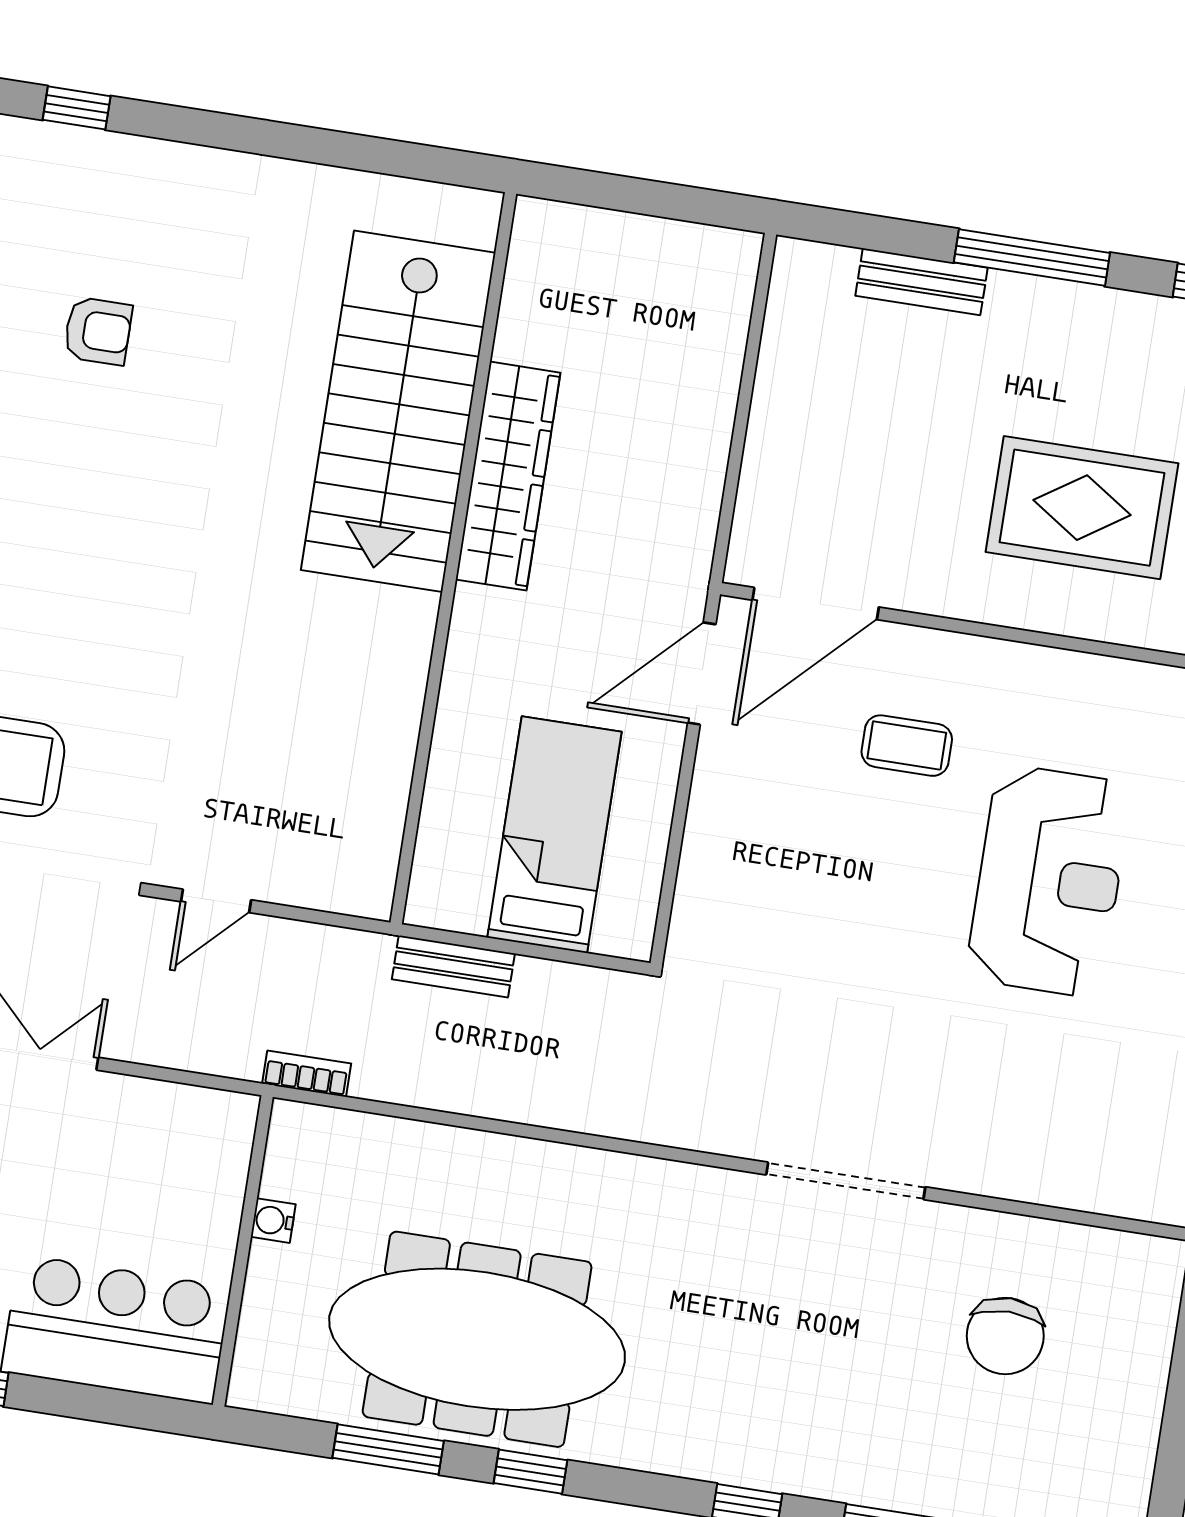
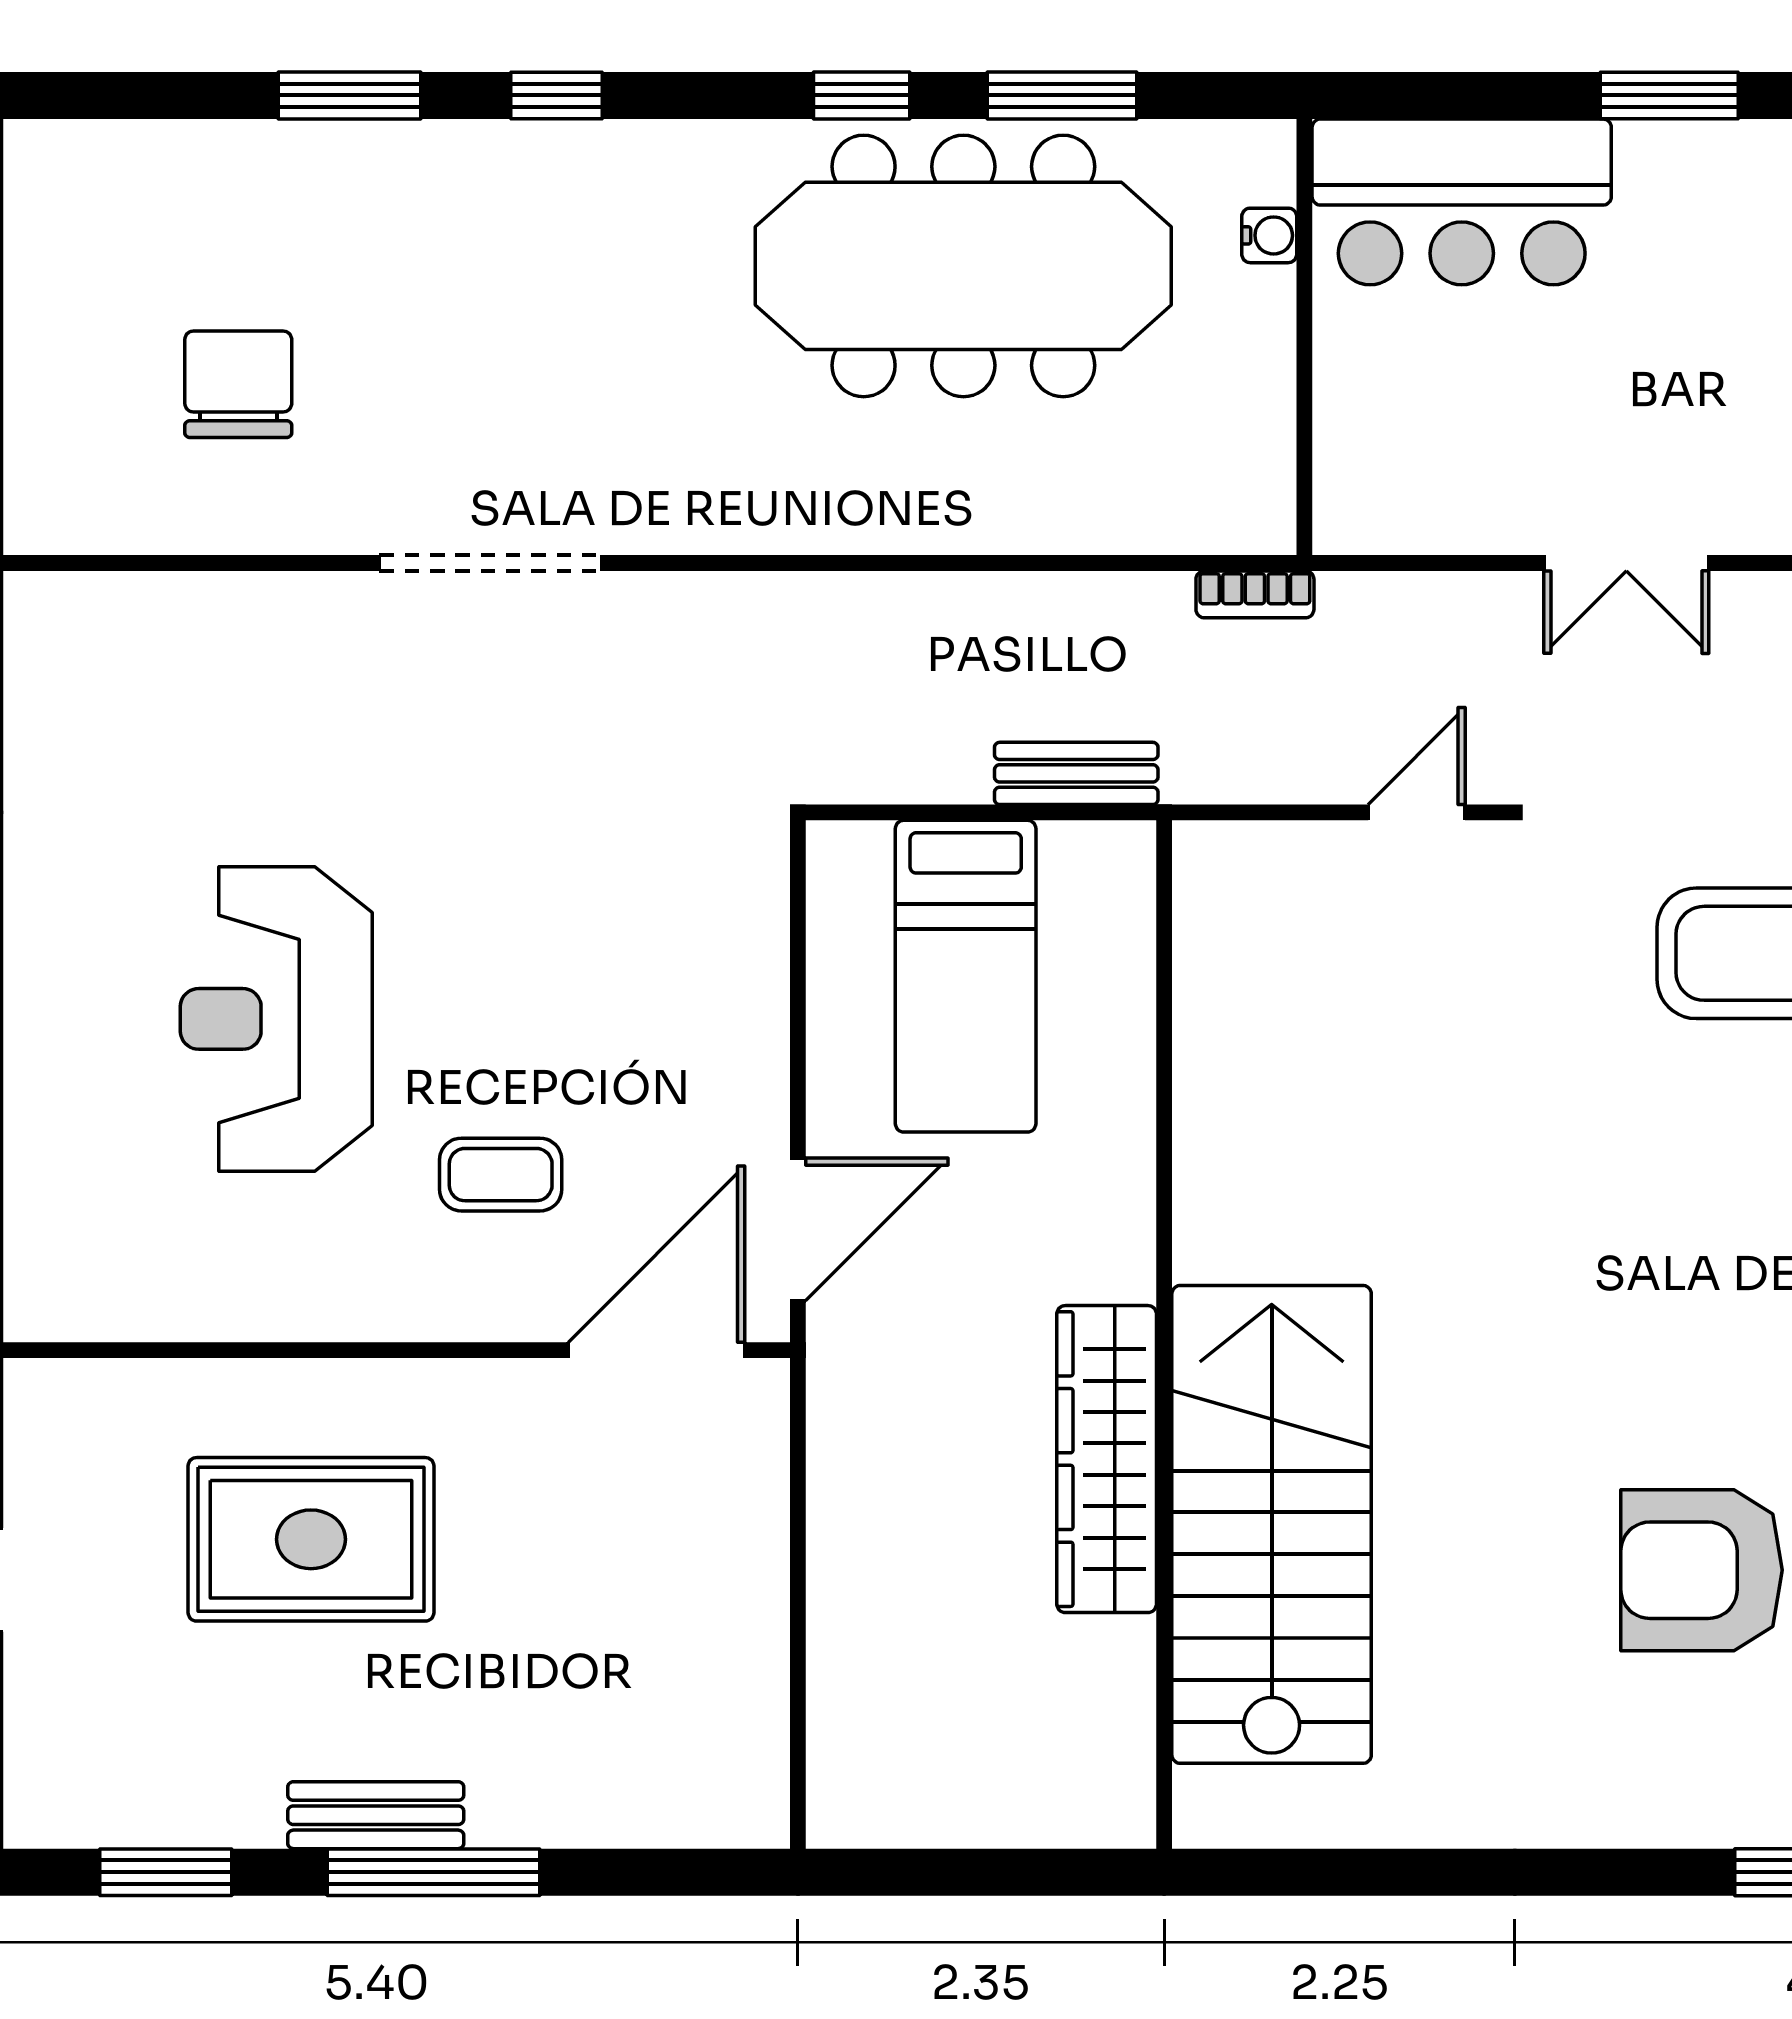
bench: (922, 282) -> (376, 1815), moved
armchair: (98, 331) -> (1702, 1570), width x1.88, depth x1.88
water cooler: (273, 1221) -> (1269, 235), moved

